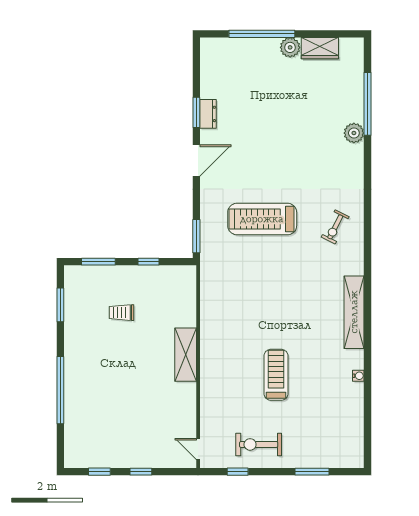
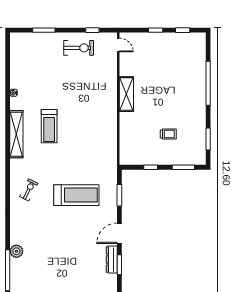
dresser: (208, 114) -> (112, 260), width x1.44
window: (196, 236) -> (119, 195), moved
shelving: (186, 355) -> (126, 94), moved
treadmill: (276, 375) -> (49, 126), moved

